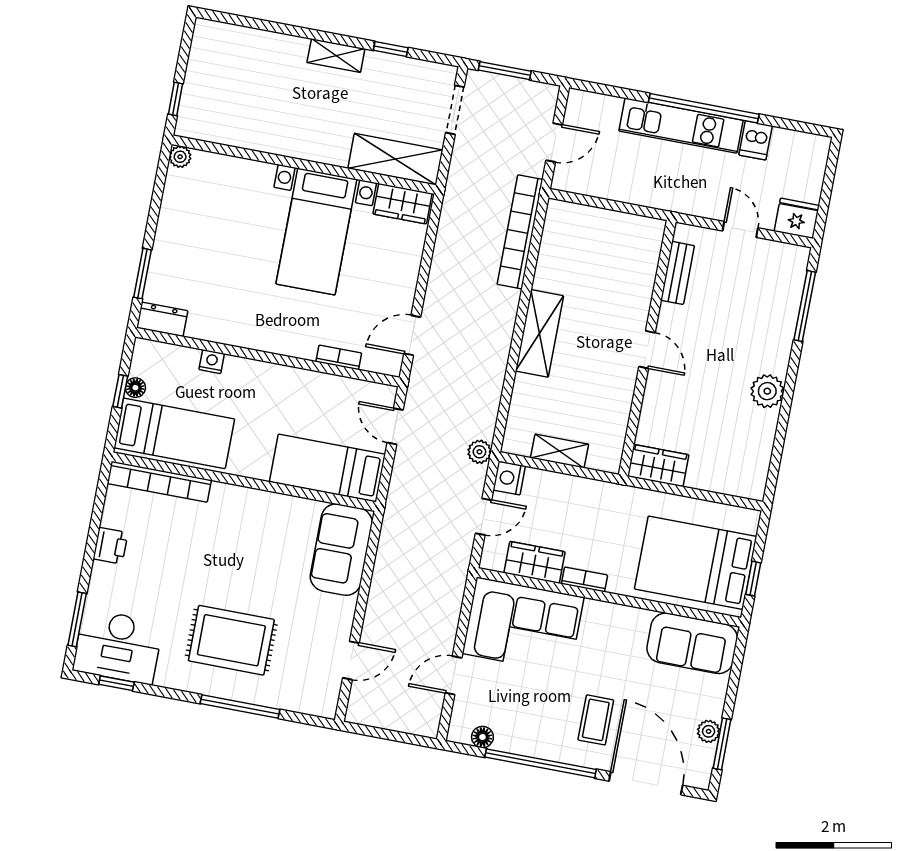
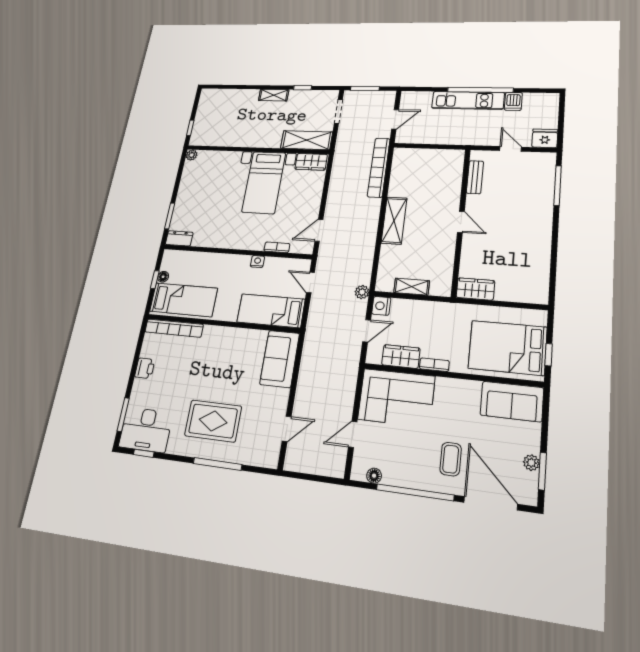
nightstand: (212, 361) -> (257, 262), moved
plant: (767, 391) -> (541, 237), removed

